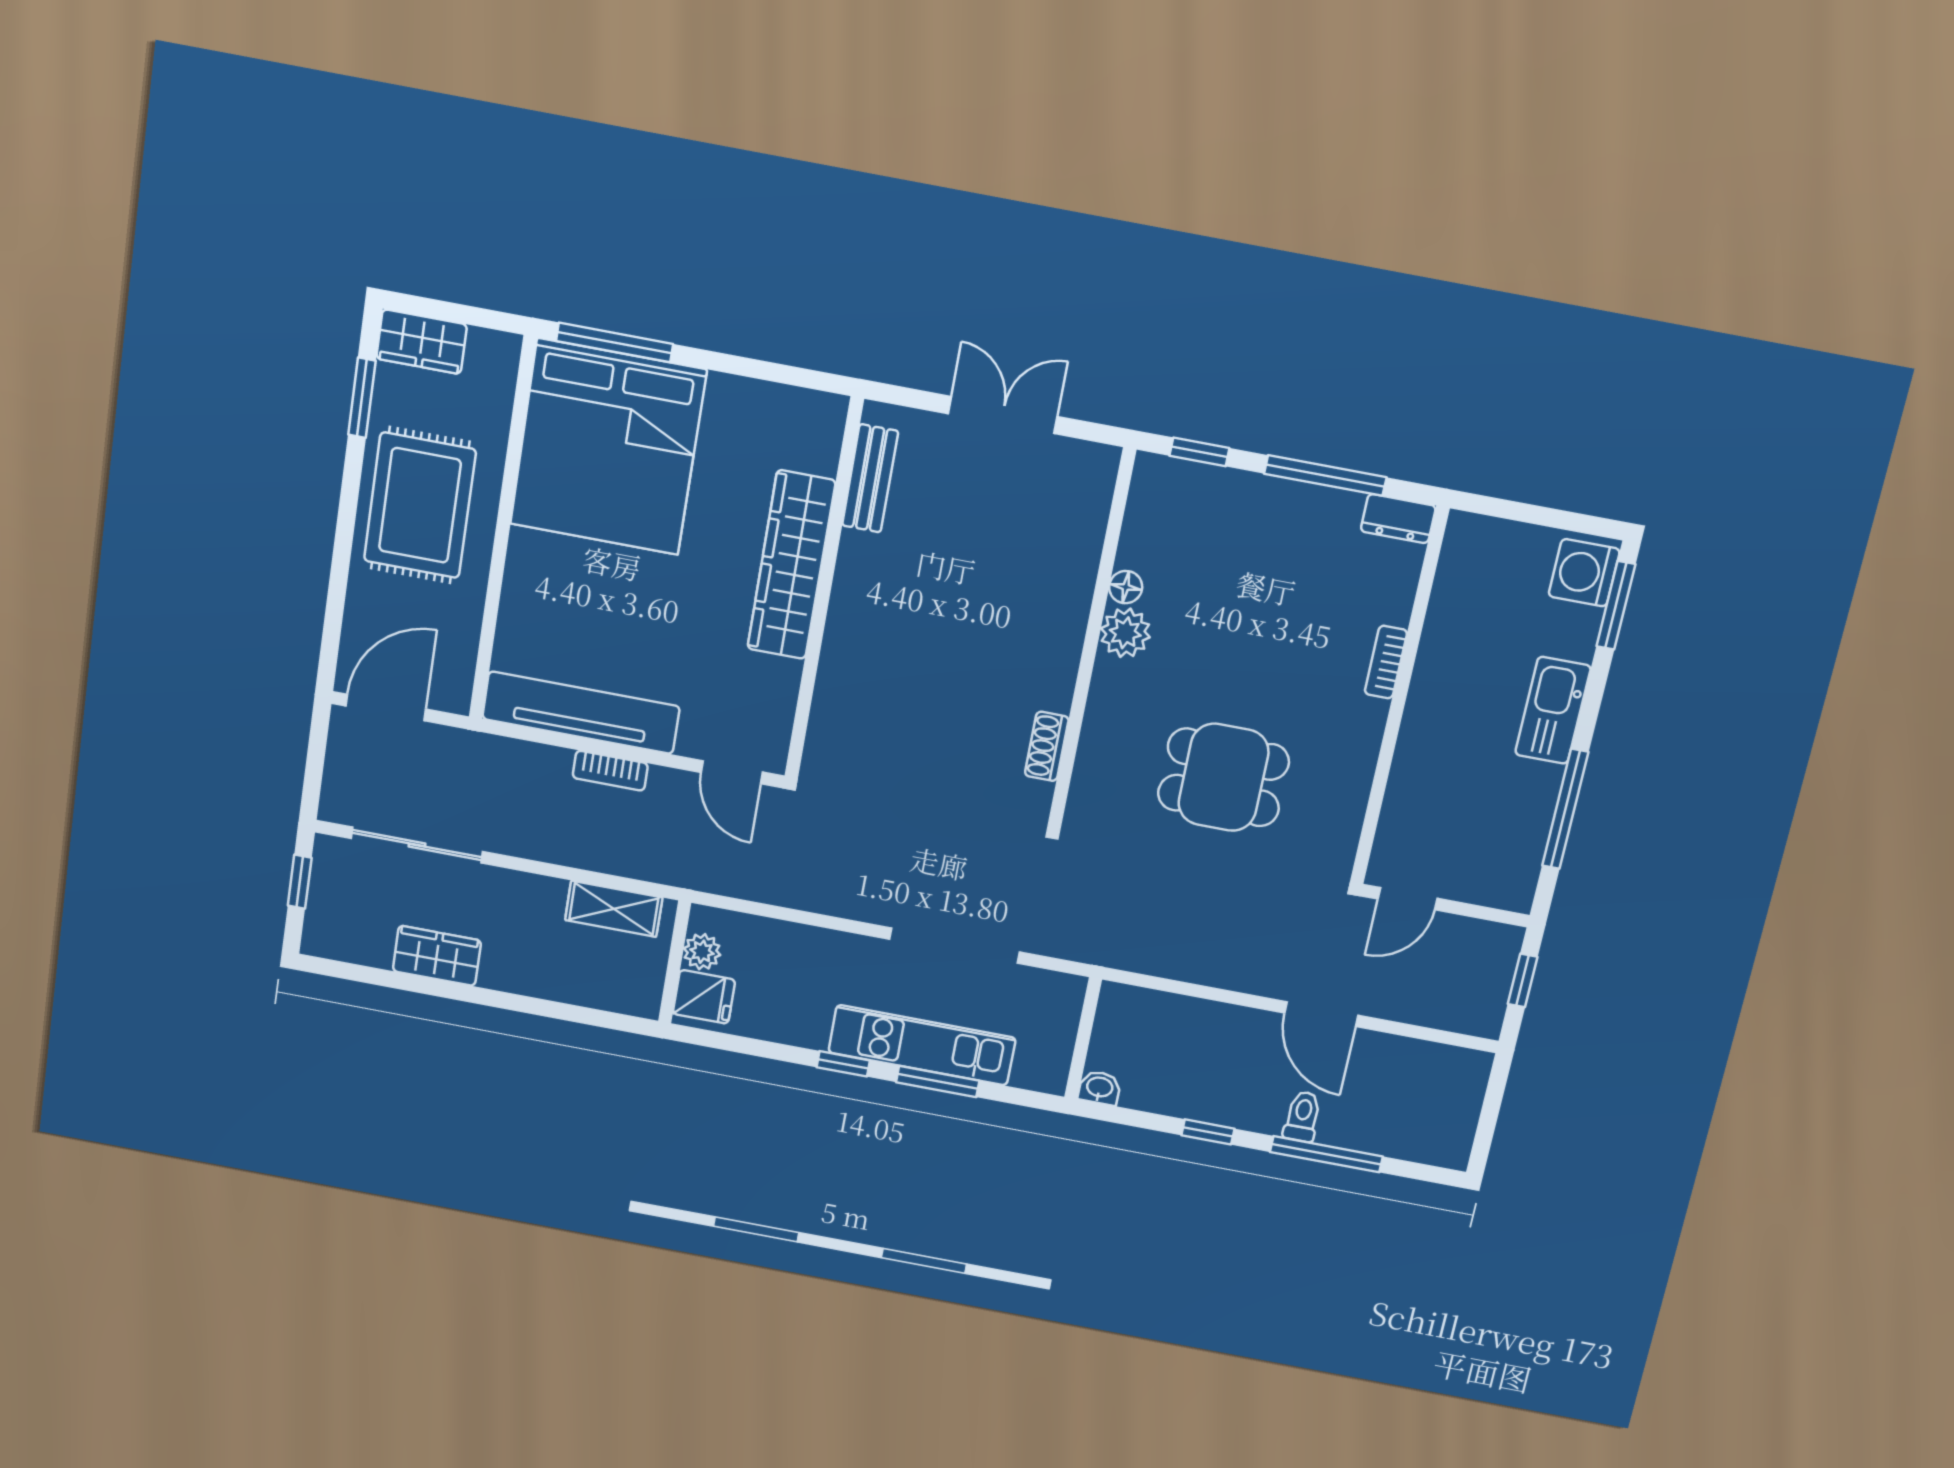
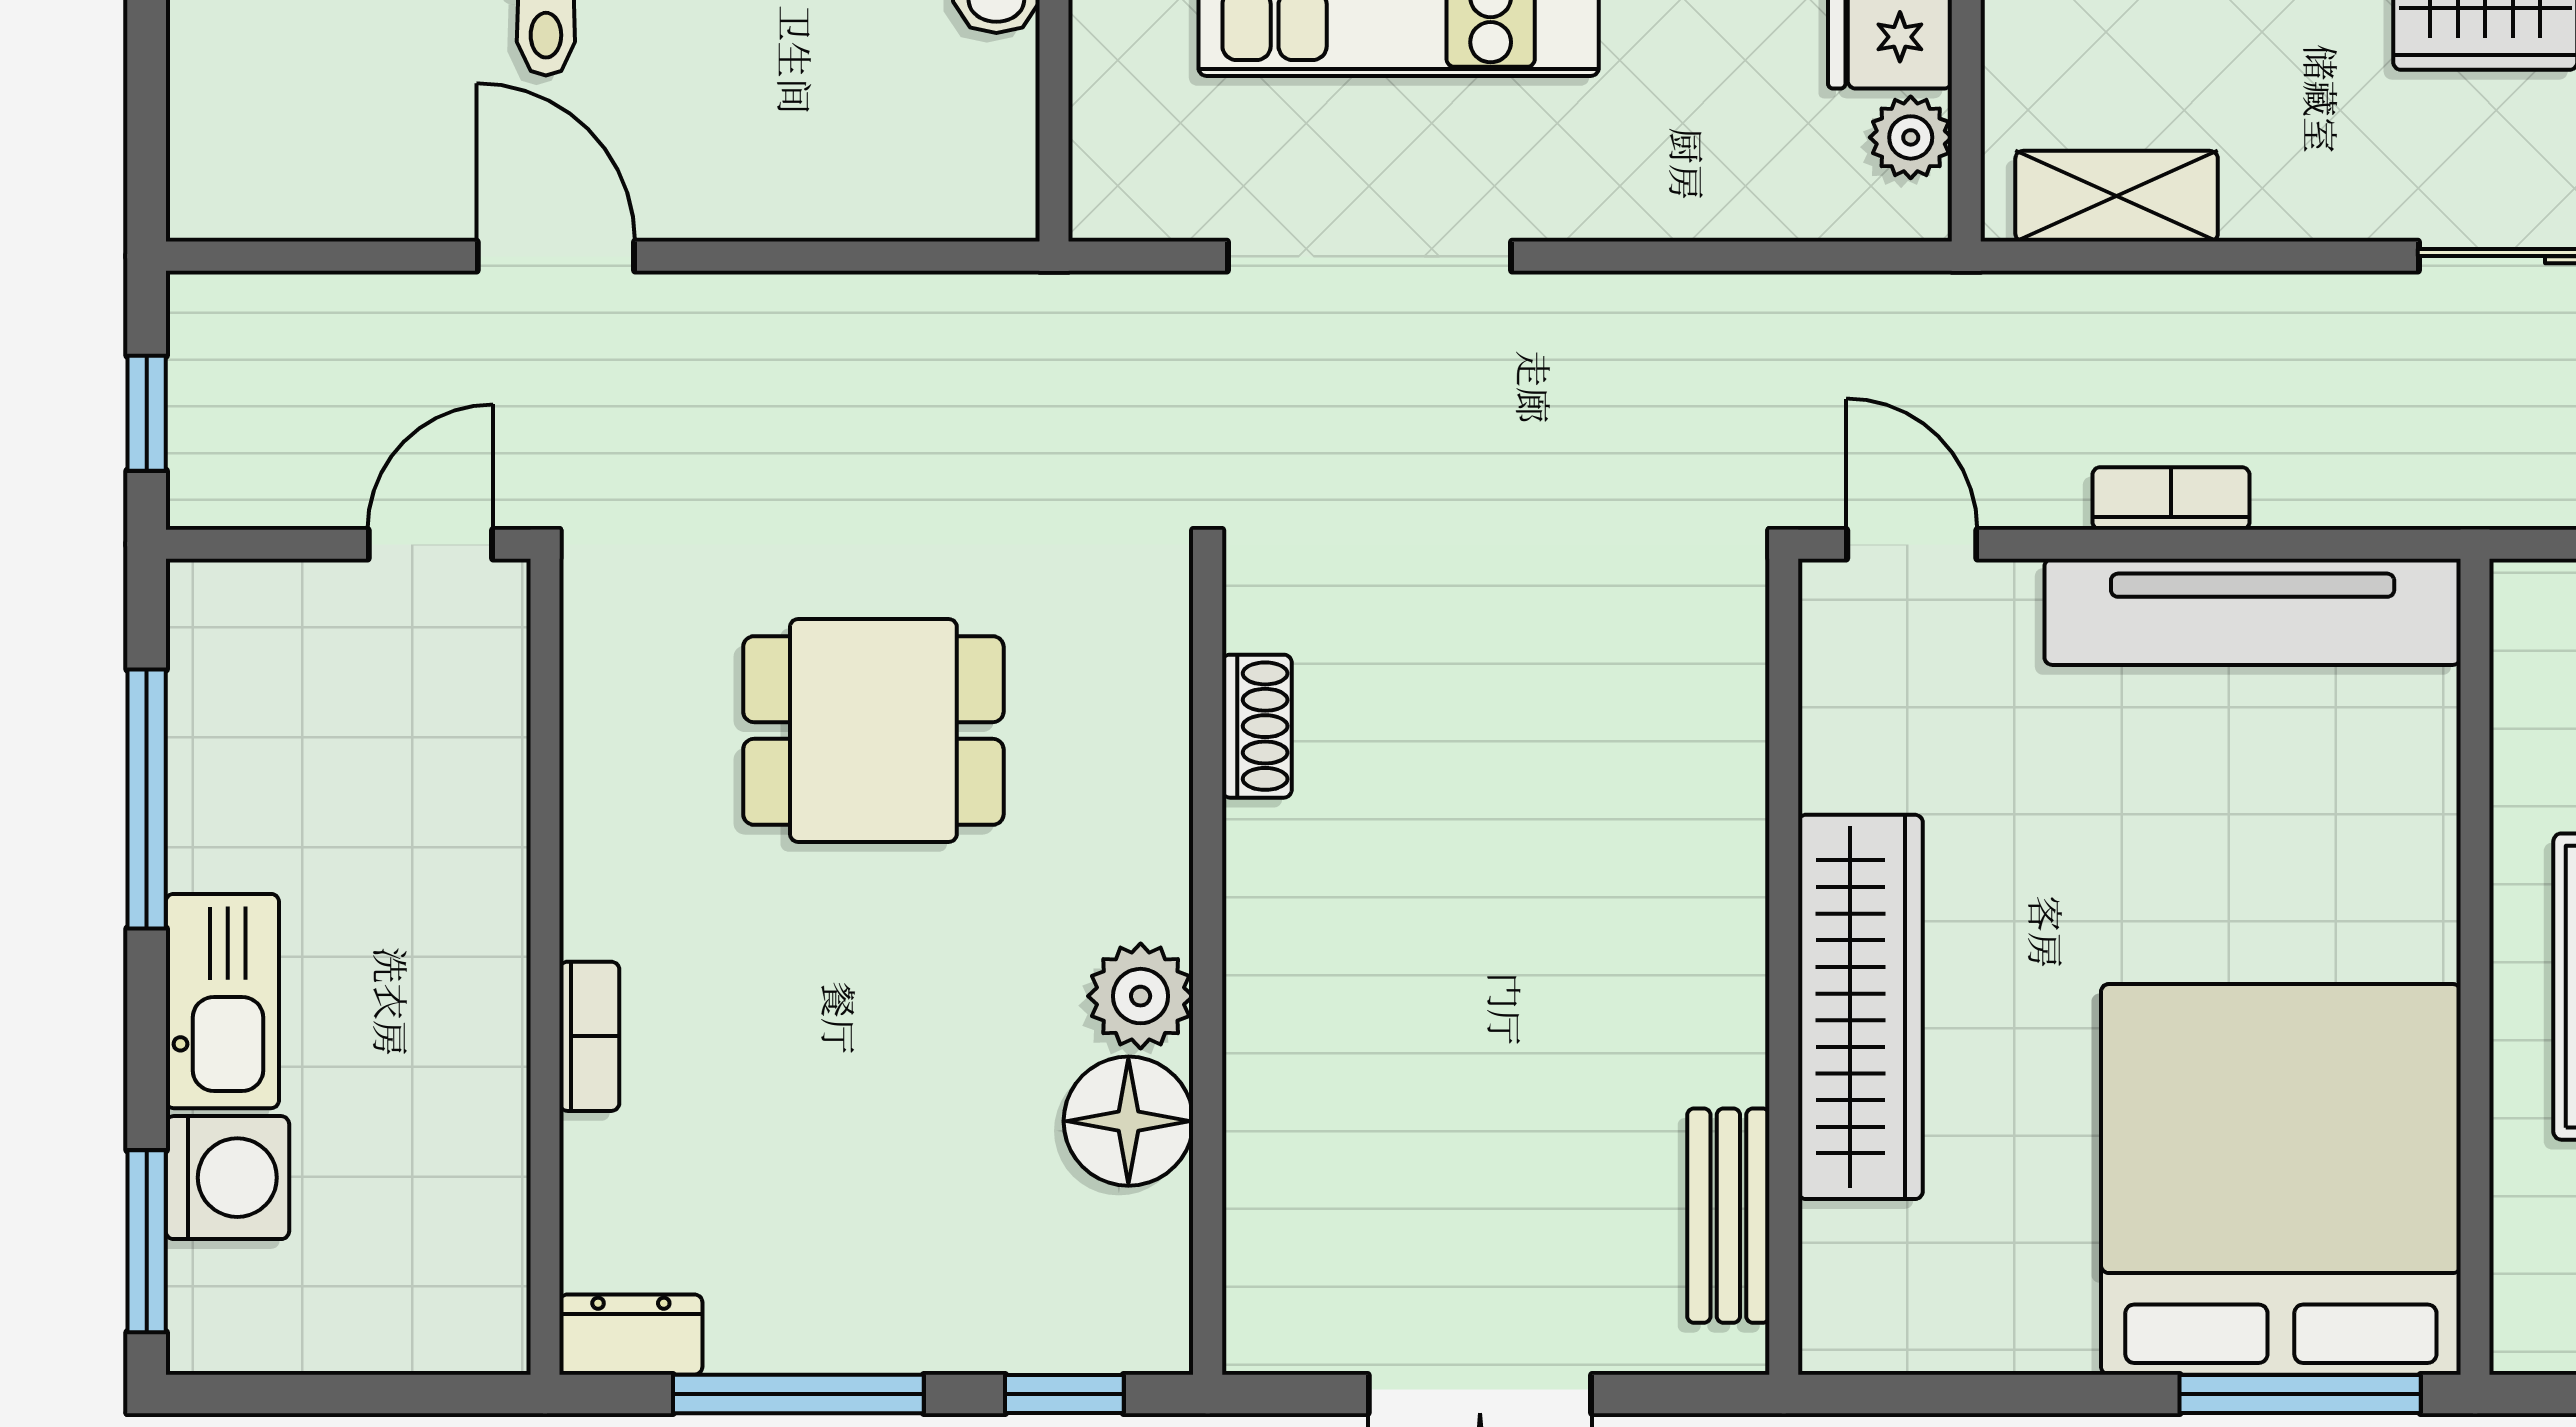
washing machine: (1584, 573) -> (227, 1178), moved
floor lamp: (1126, 587) -> (1128, 1121), width x1.89, depth x1.89

